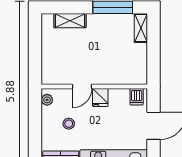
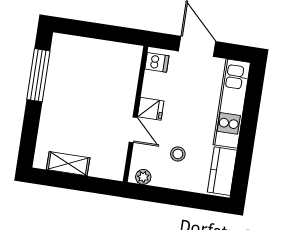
shelving: (70, 21) -> (68, 164), moved, turned 90
shelving: (141, 28) -> (70, 43), removed

